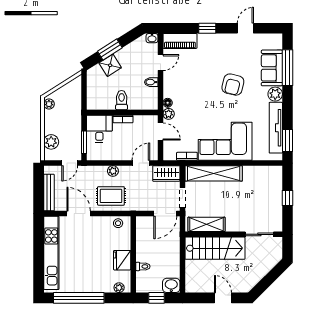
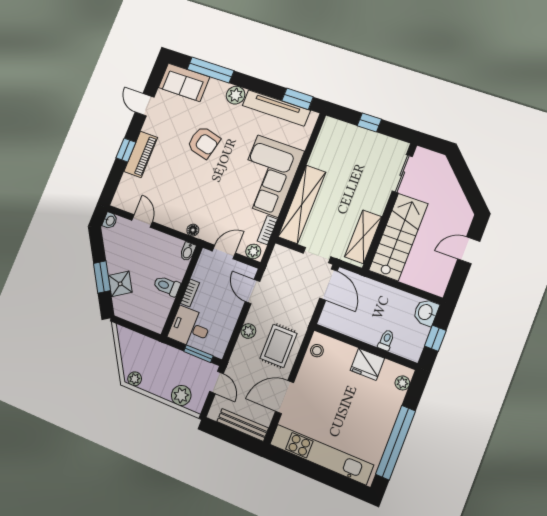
piano: (180, 41) -> (141, 154), moved
sofa: (272, 68) -> (184, 82), moved
bidet: (151, 82) -> (188, 252), moved
plant: (169, 114) -> (253, 251), moved
wardrobe: (166, 173) -> (278, 264), removed

